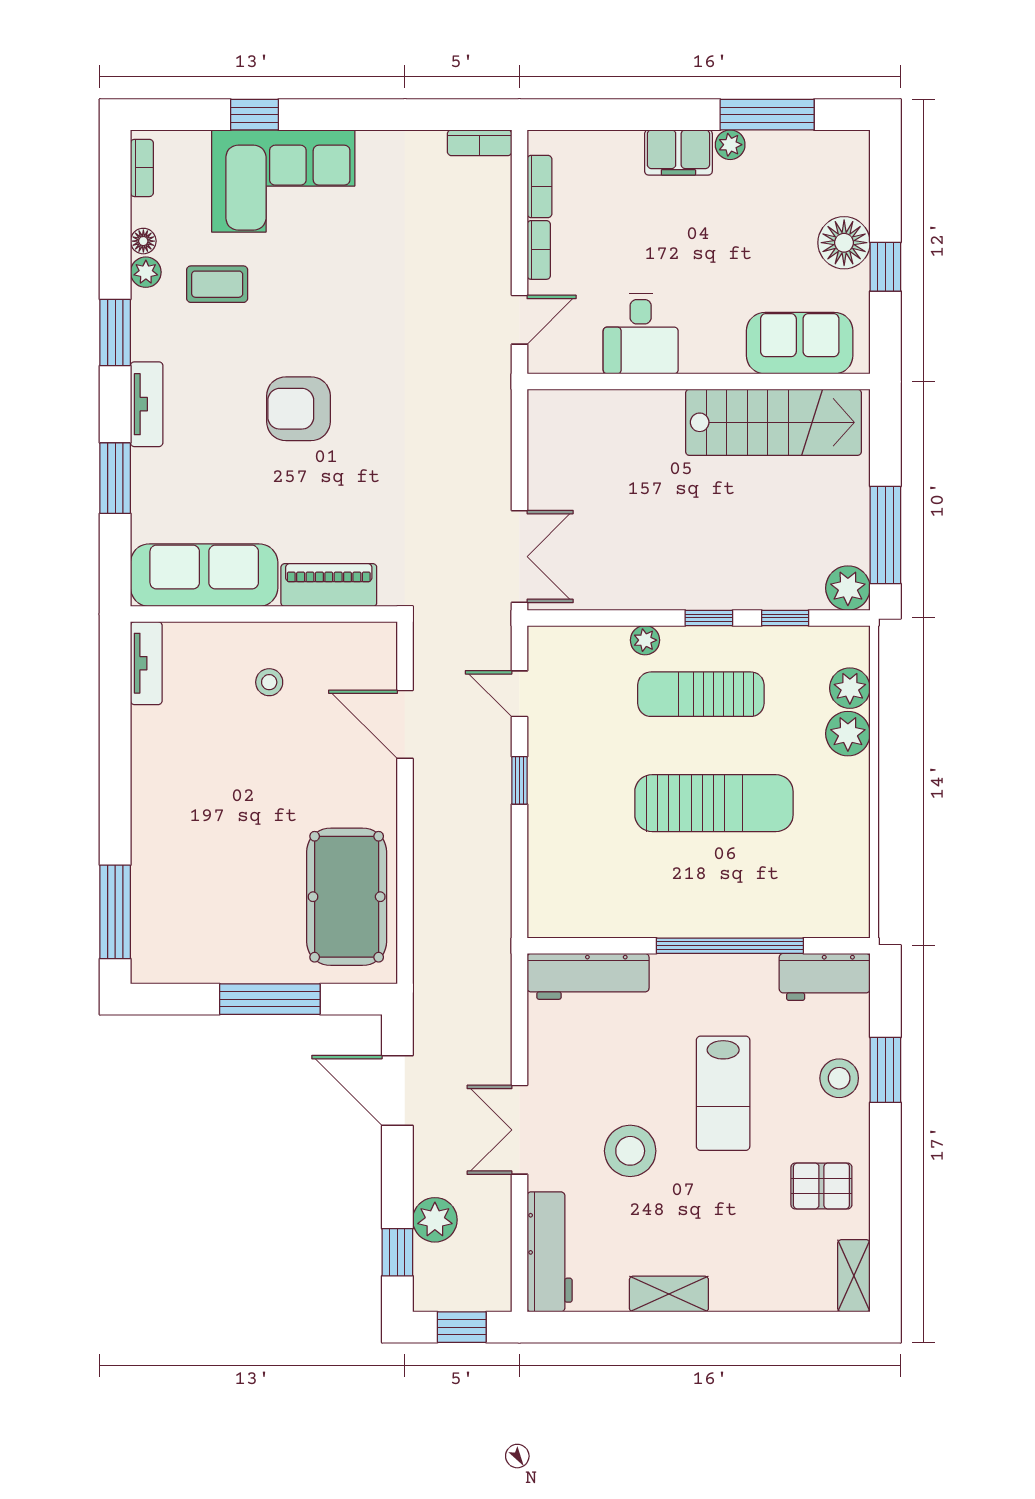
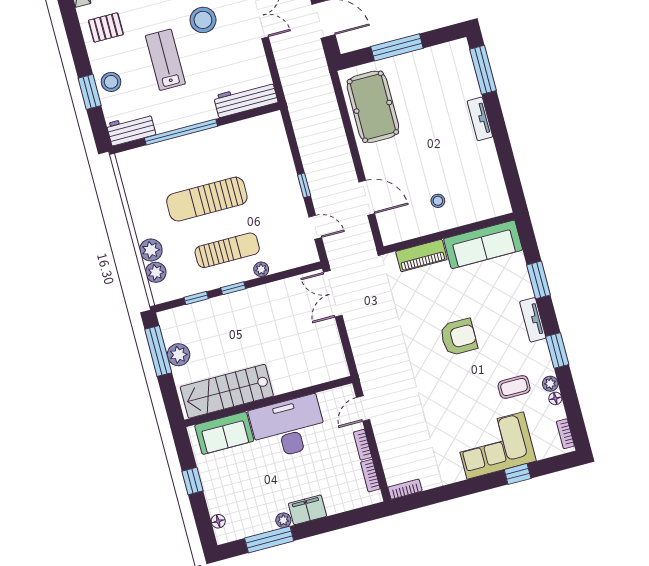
floor lamp: (844, 243) -> (218, 521), moved, width x0.53, depth x0.53
desk: (641, 334) -> (288, 427), width x1.87, depth x1.30
plant: (848, 588) -> (179, 355), moved
tv unit: (146, 663) -> (480, 119), moved

